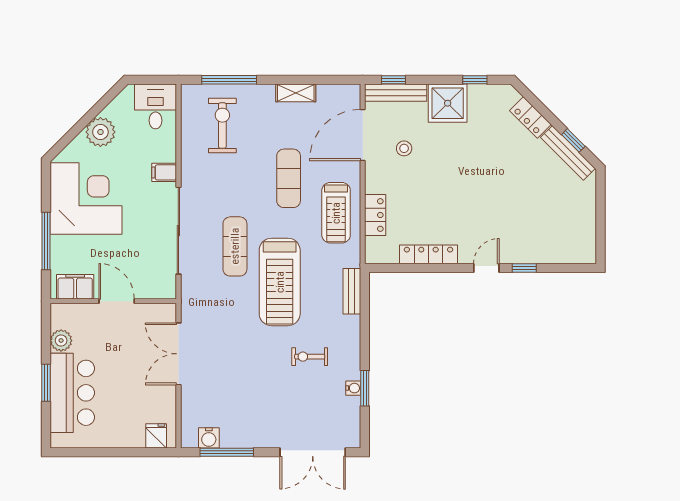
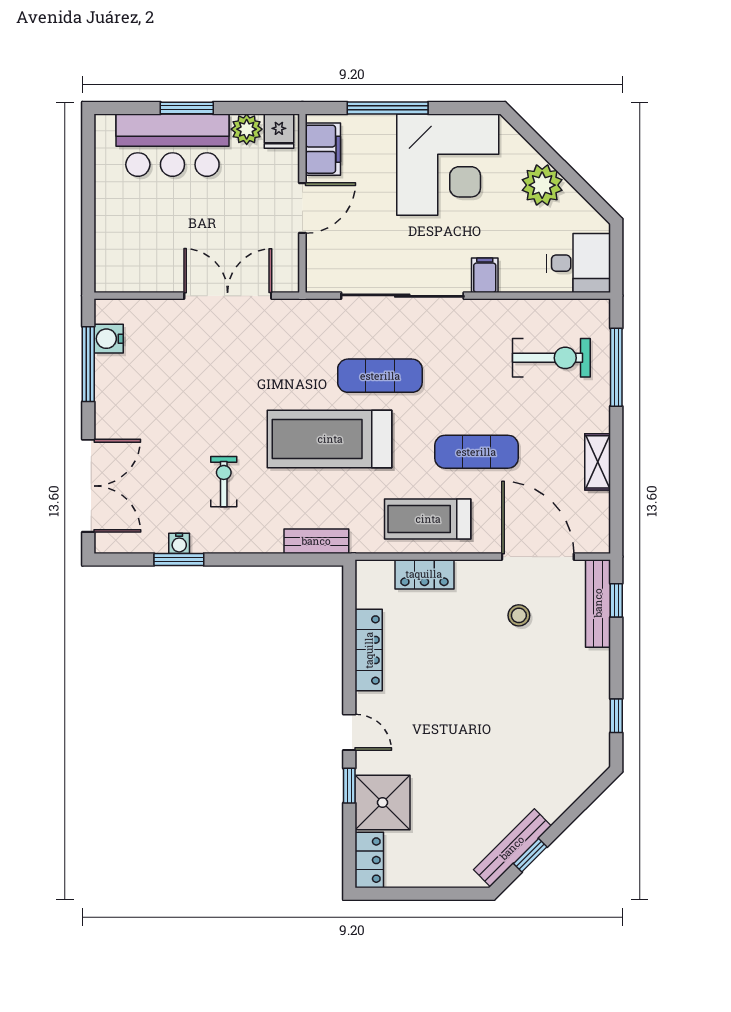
shower: (448, 103) -> (382, 802), moved
locker: (530, 117) -> (369, 860), moved, turned 135
fridge: (156, 436) -> (279, 131), moved, turned 90
double door: (313, 452) -> (88, 486), swing flipped

